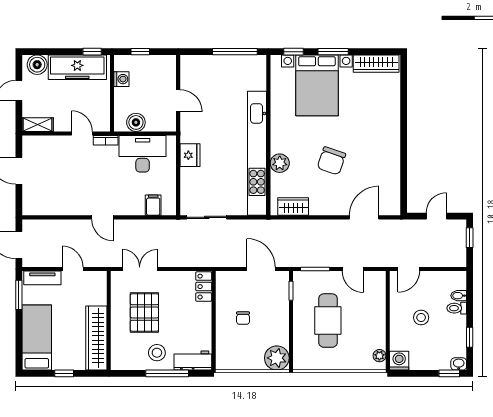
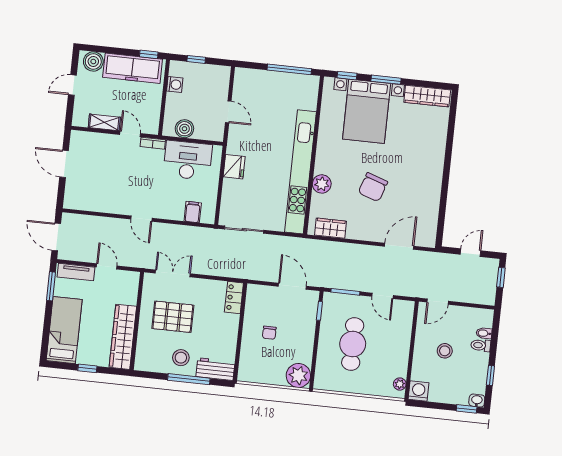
shelving: (38, 125) -> (104, 122), moved
pallet: (144, 312) -> (173, 317), turned 90

